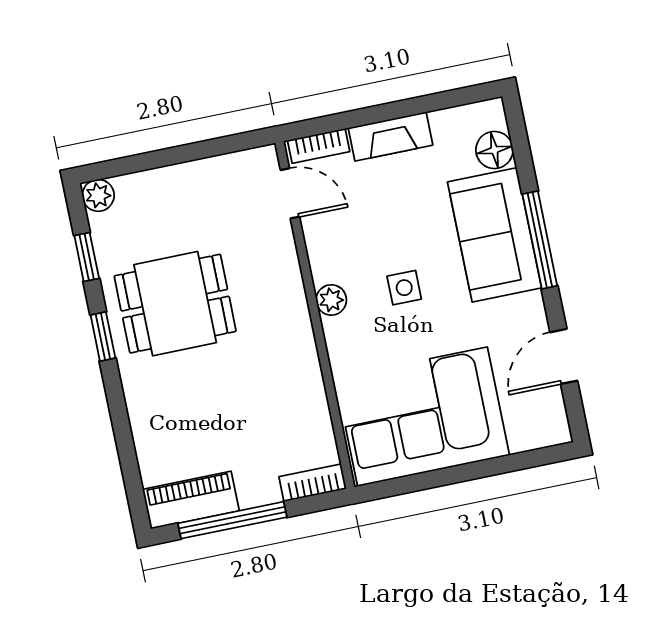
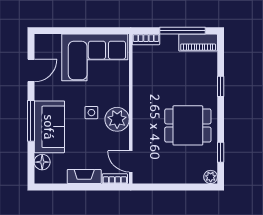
plant: (331, 300) -> (117, 119), width x1.87, depth x1.87
window: (103, 336) -> (221, 86), moved

